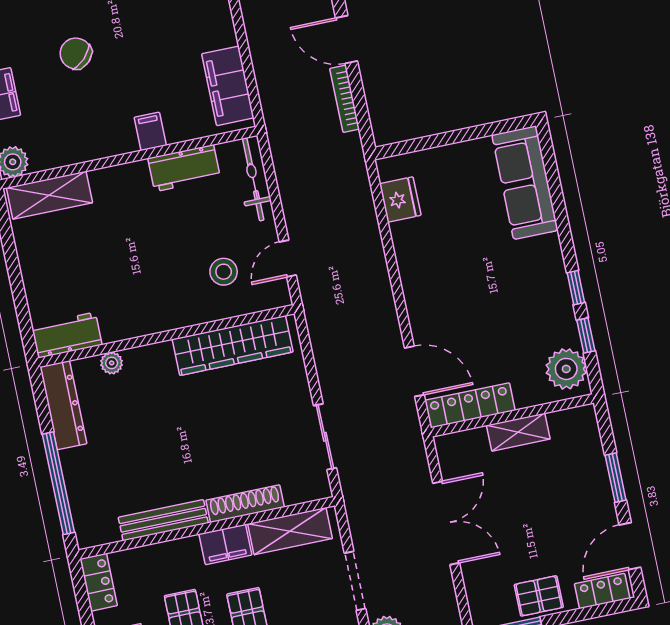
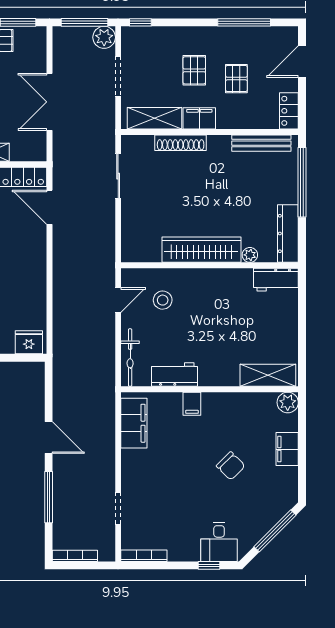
bookcase: (345, 99) -> (58, 398), removed
fridge: (400, 200) -> (29, 342), moved, turned 90
wardrobe: (233, 346) -> (201, 250), moved
bench: (163, 520) -> (261, 143), moved

